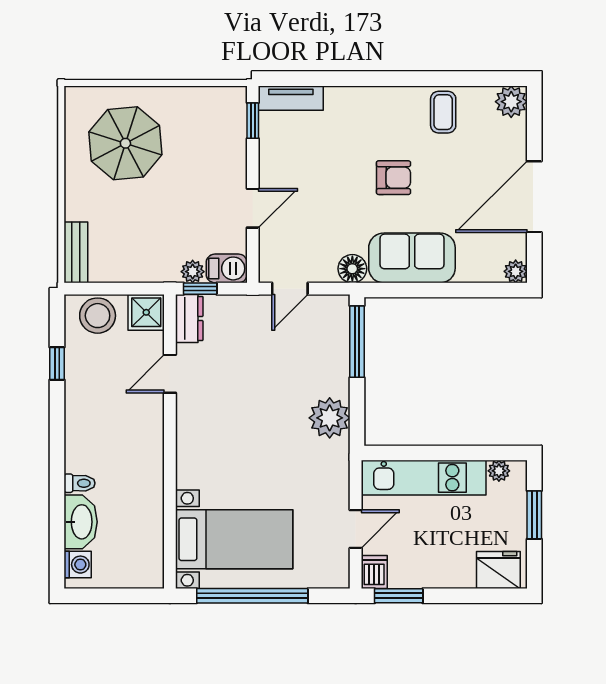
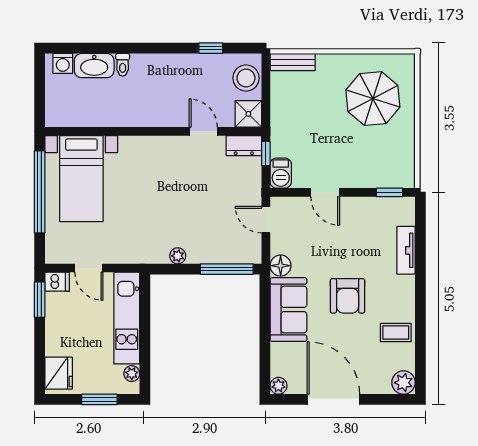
tv unit: (291, 98) -> (406, 250), moved
armchair: (393, 178) -> (348, 296), width x1.38, depth x1.38
plant: (193, 272) -> (278, 148), removed
plant: (330, 418) -> (178, 256), width x0.53, depth x0.53

